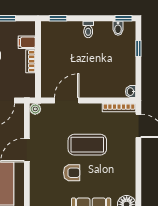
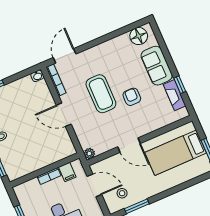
filing cabinet: (27, 42) -> (67, 172), moved
door: (67, 101) -> (64, 115), moved

